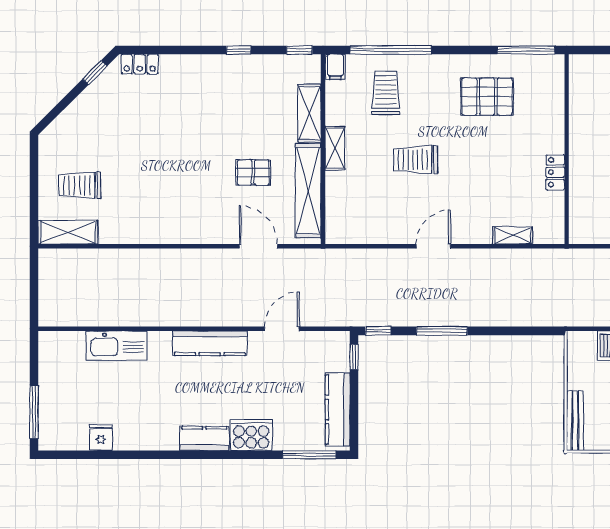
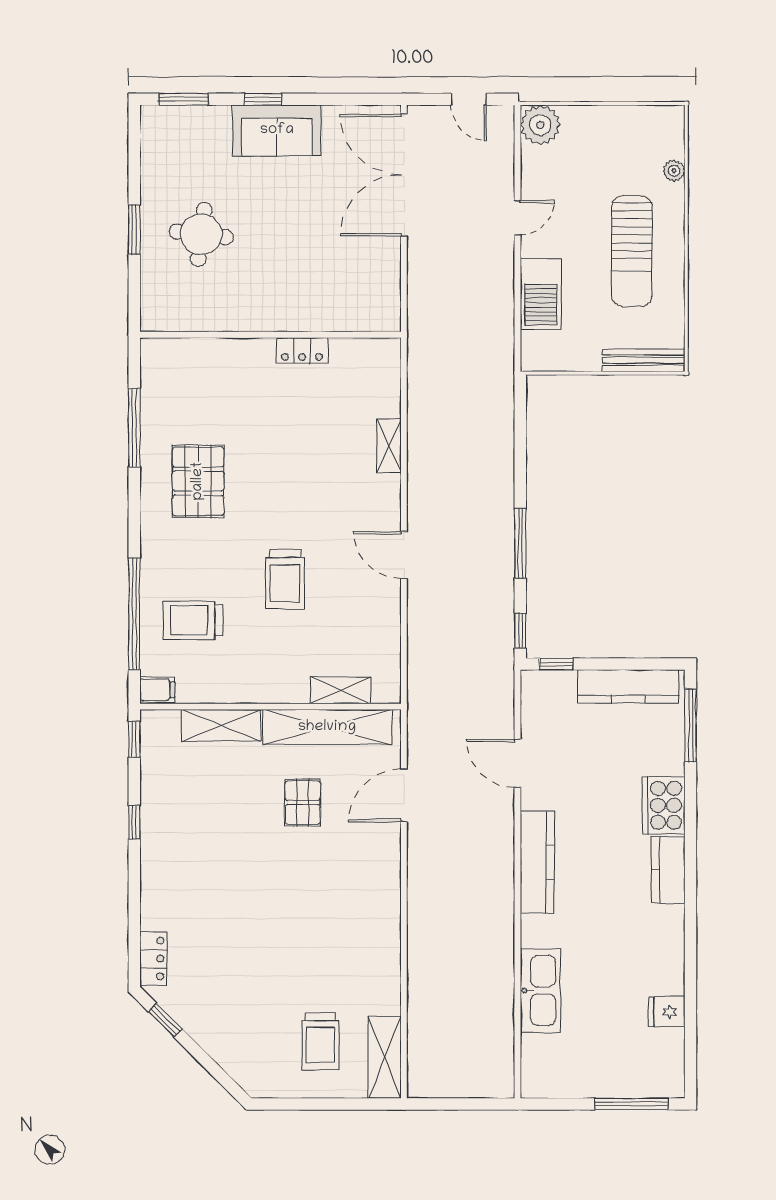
shelving: (335, 148) -> (341, 690), moved
wall: (567, 149) -> (271, 335), moved
locker: (555, 172) -> (302, 351), moved

